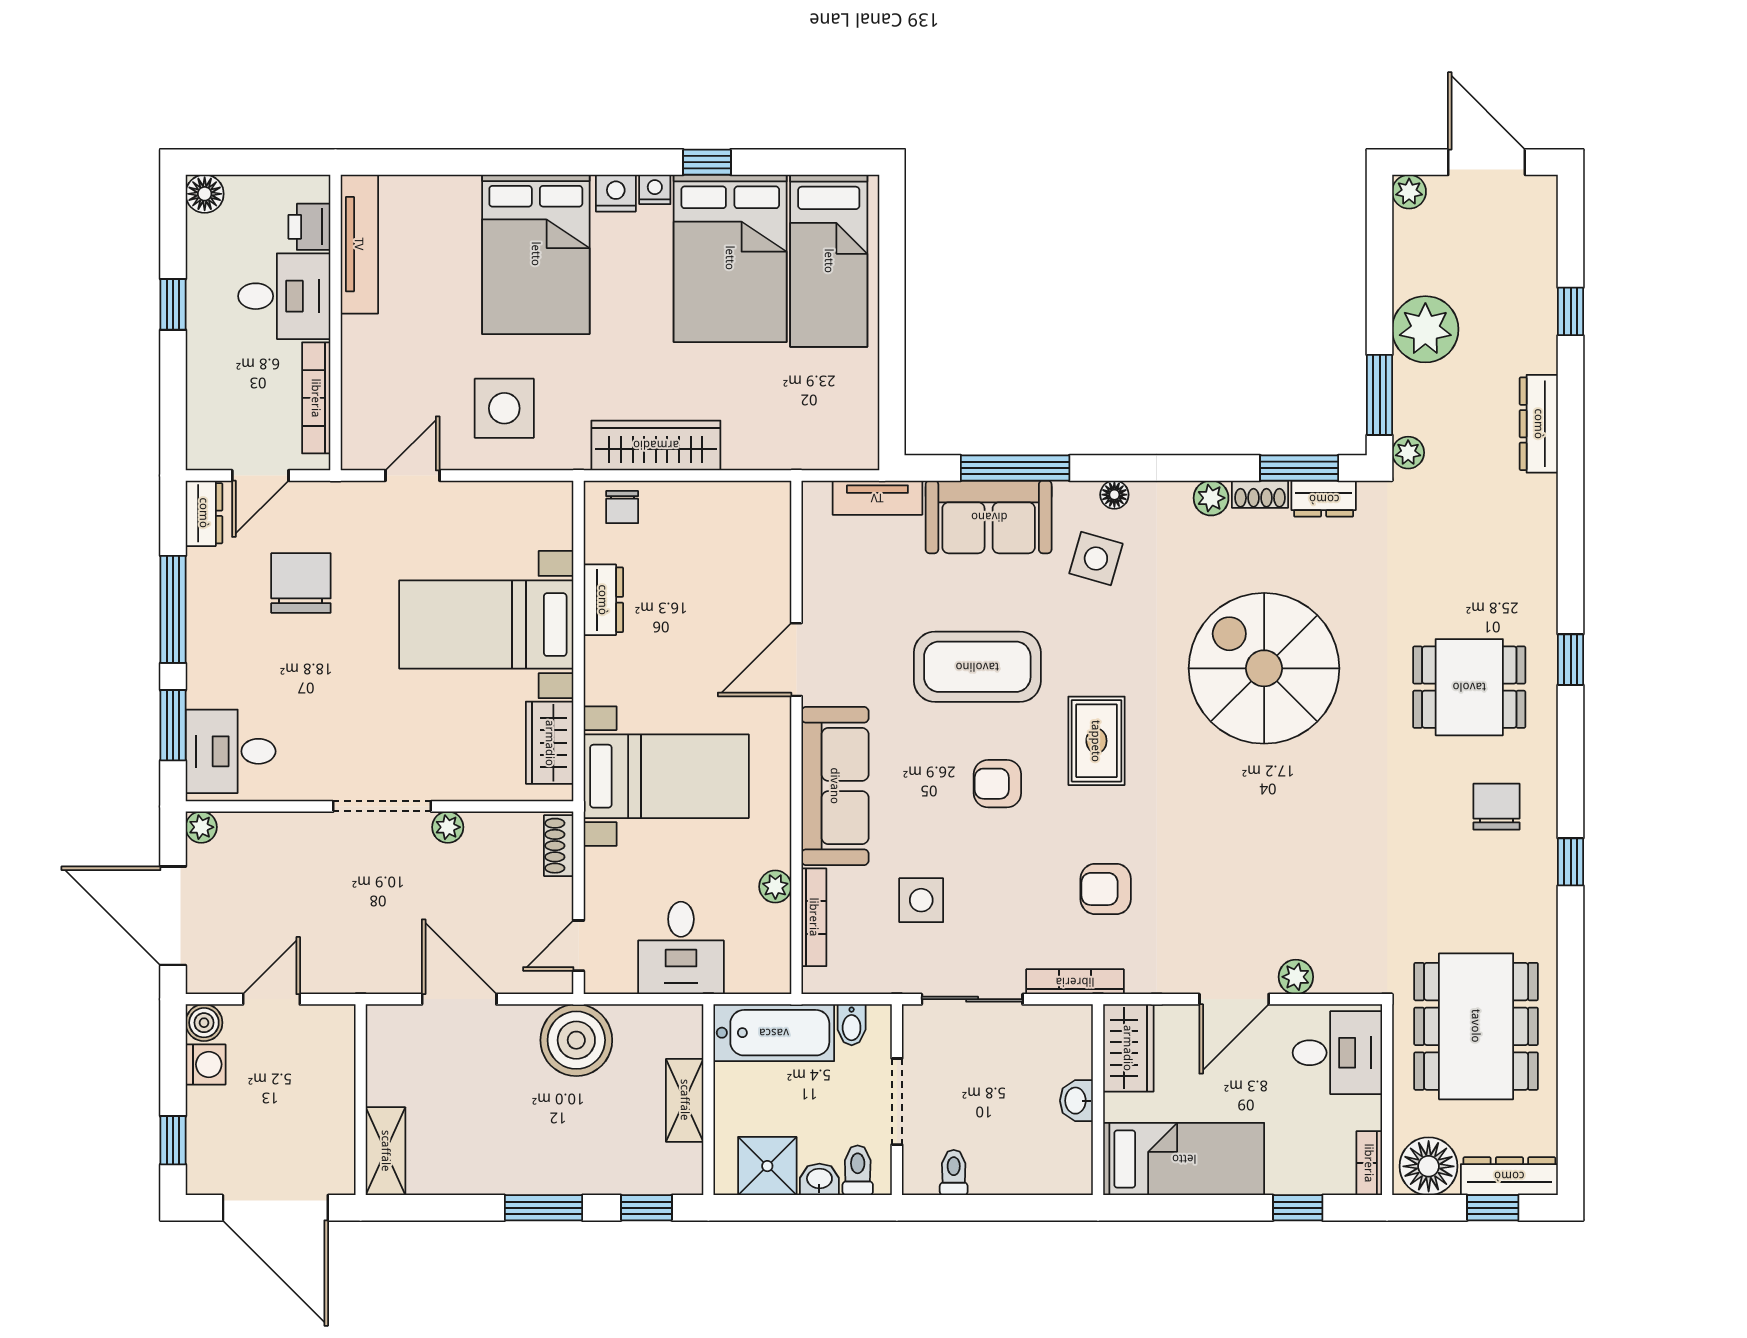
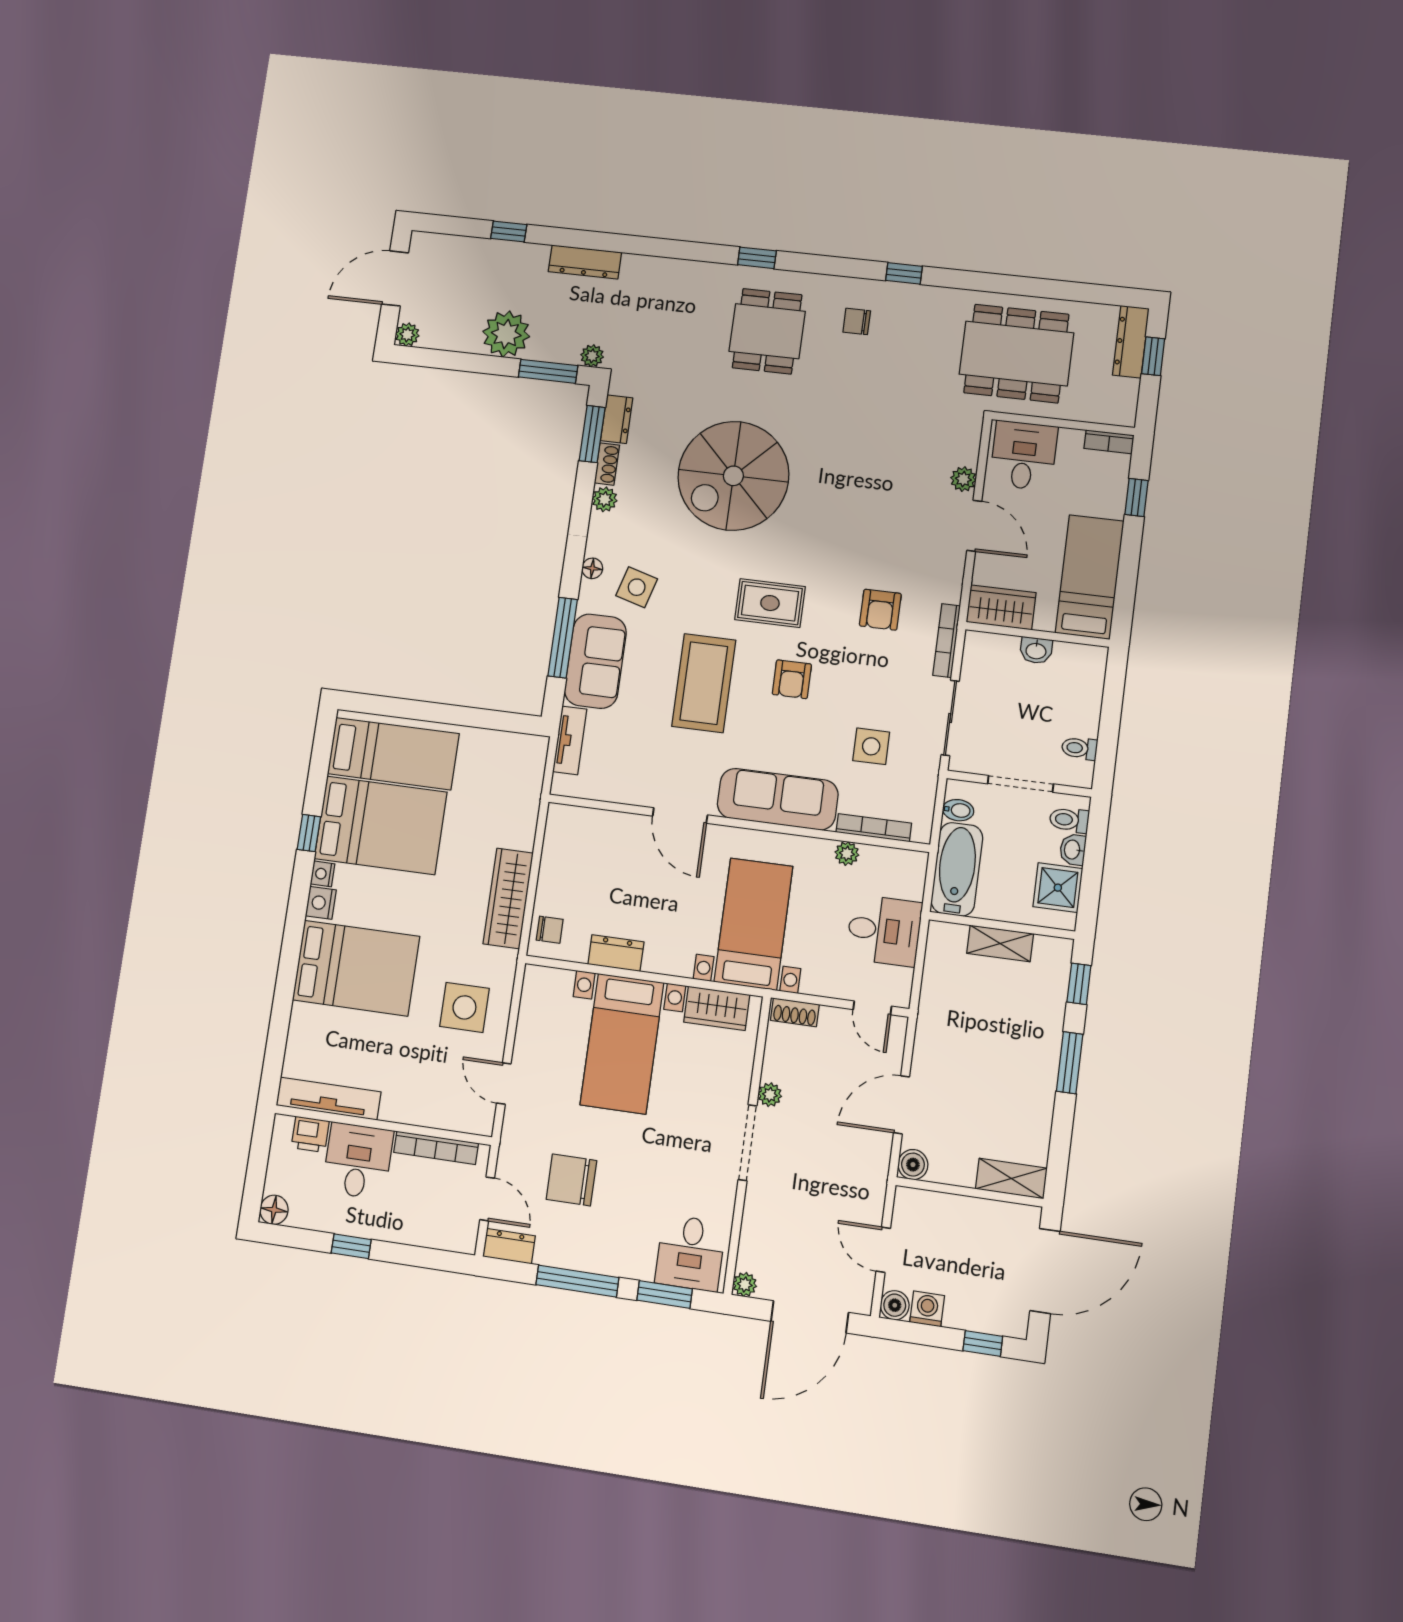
chair: (1497, 807) -> (857, 321), width x0.73, depth x0.73
boiler: (576, 1040) -> (913, 1165), moved, width x0.54, depth x0.54
floor lamp: (1429, 1166) -> (1116, 399), removed

